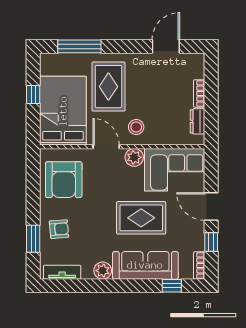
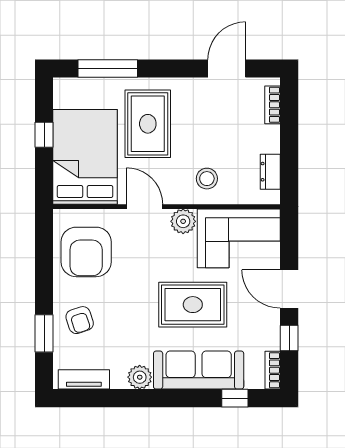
bookcase: (199, 93) -> (273, 105), moved
stool: (136, 127) -> (207, 179), moved
armchair: (59, 229) -> (80, 320), turned 77

